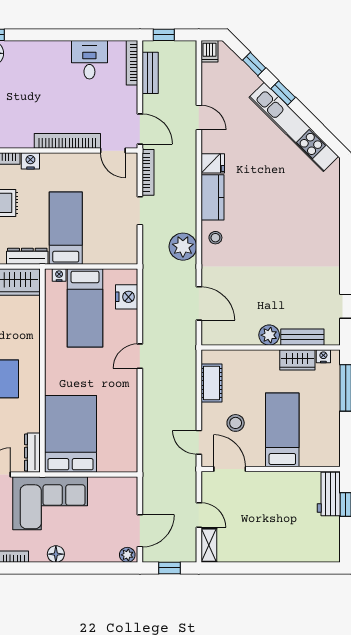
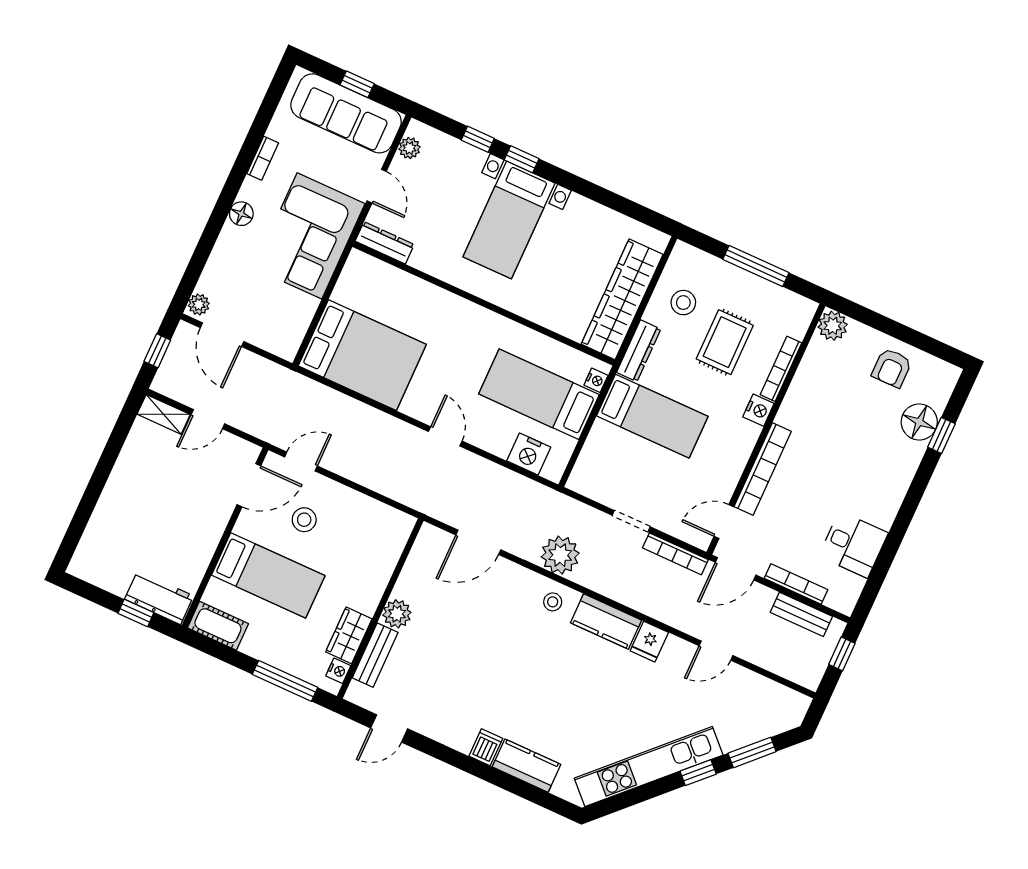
dishwasher: (209, 51) -> (486, 747), moved, turned 90
bookcase: (132, 63) -> (796, 584), moved
window: (254, 64) -> (752, 752), width x1.50
kitchen counter: (329, 206) -> (526, 766), added
cot: (211, 383) -> (218, 626), moved
bed: (70, 434) -> (362, 355), moved

